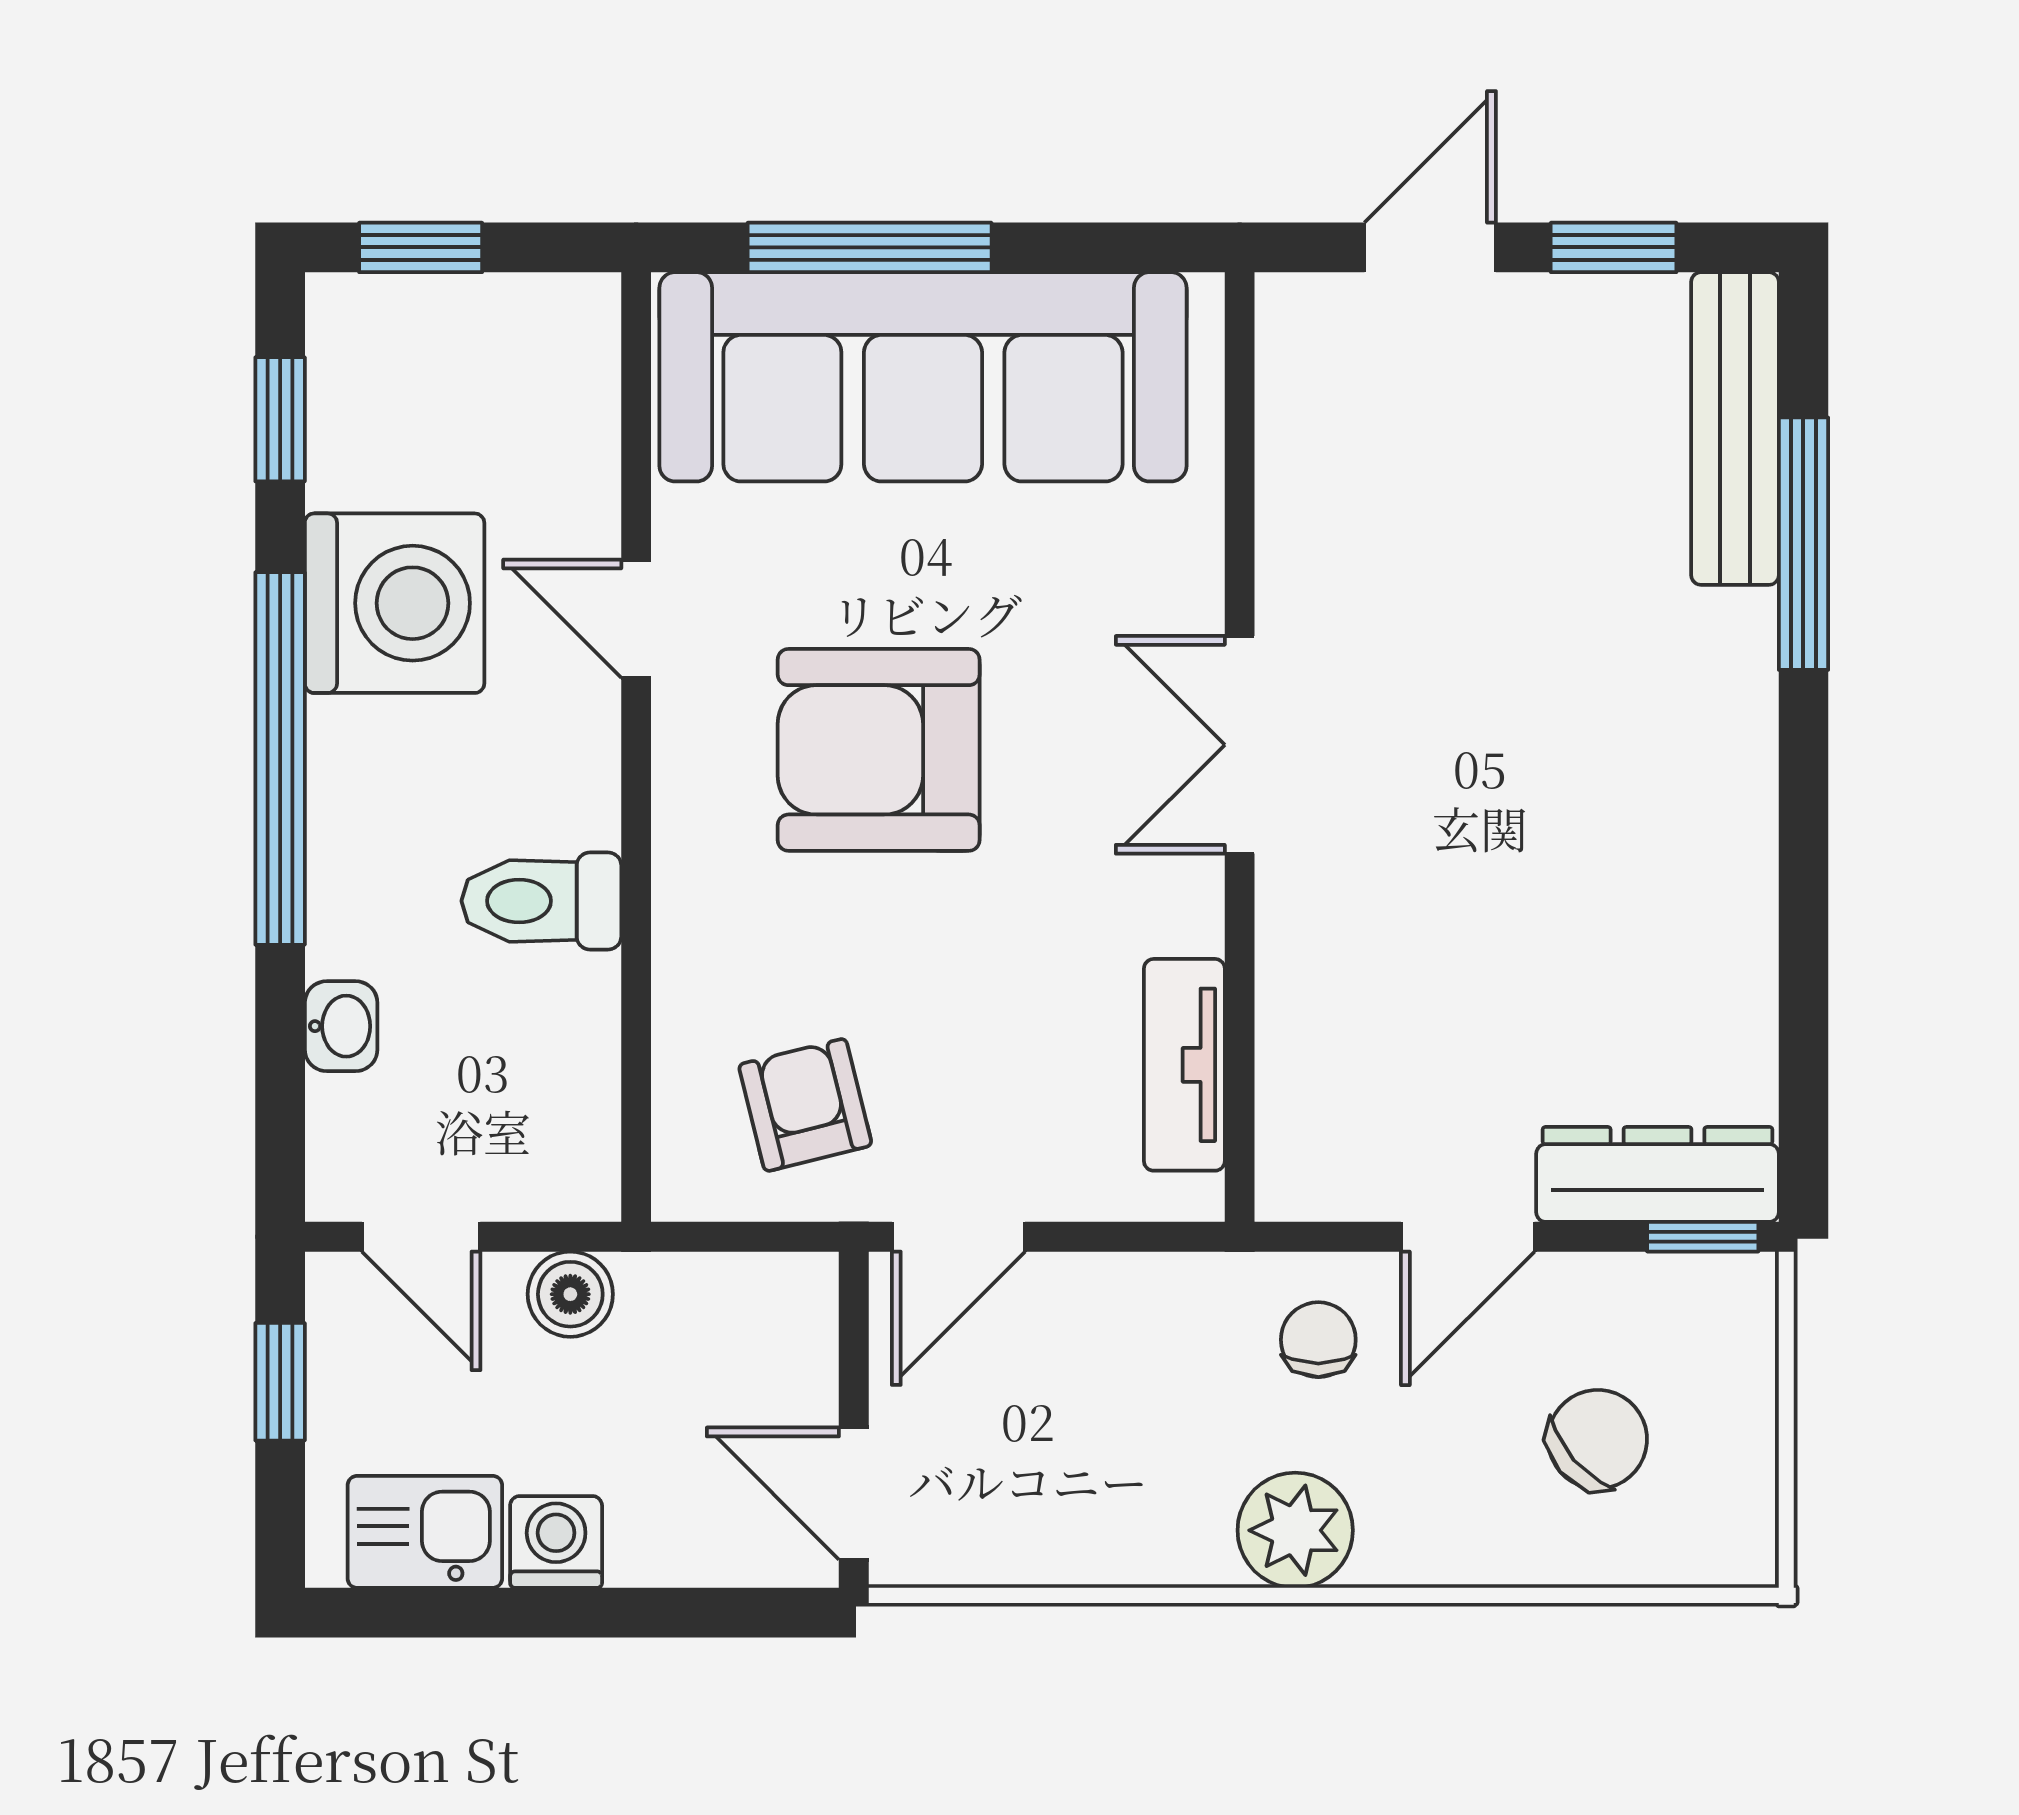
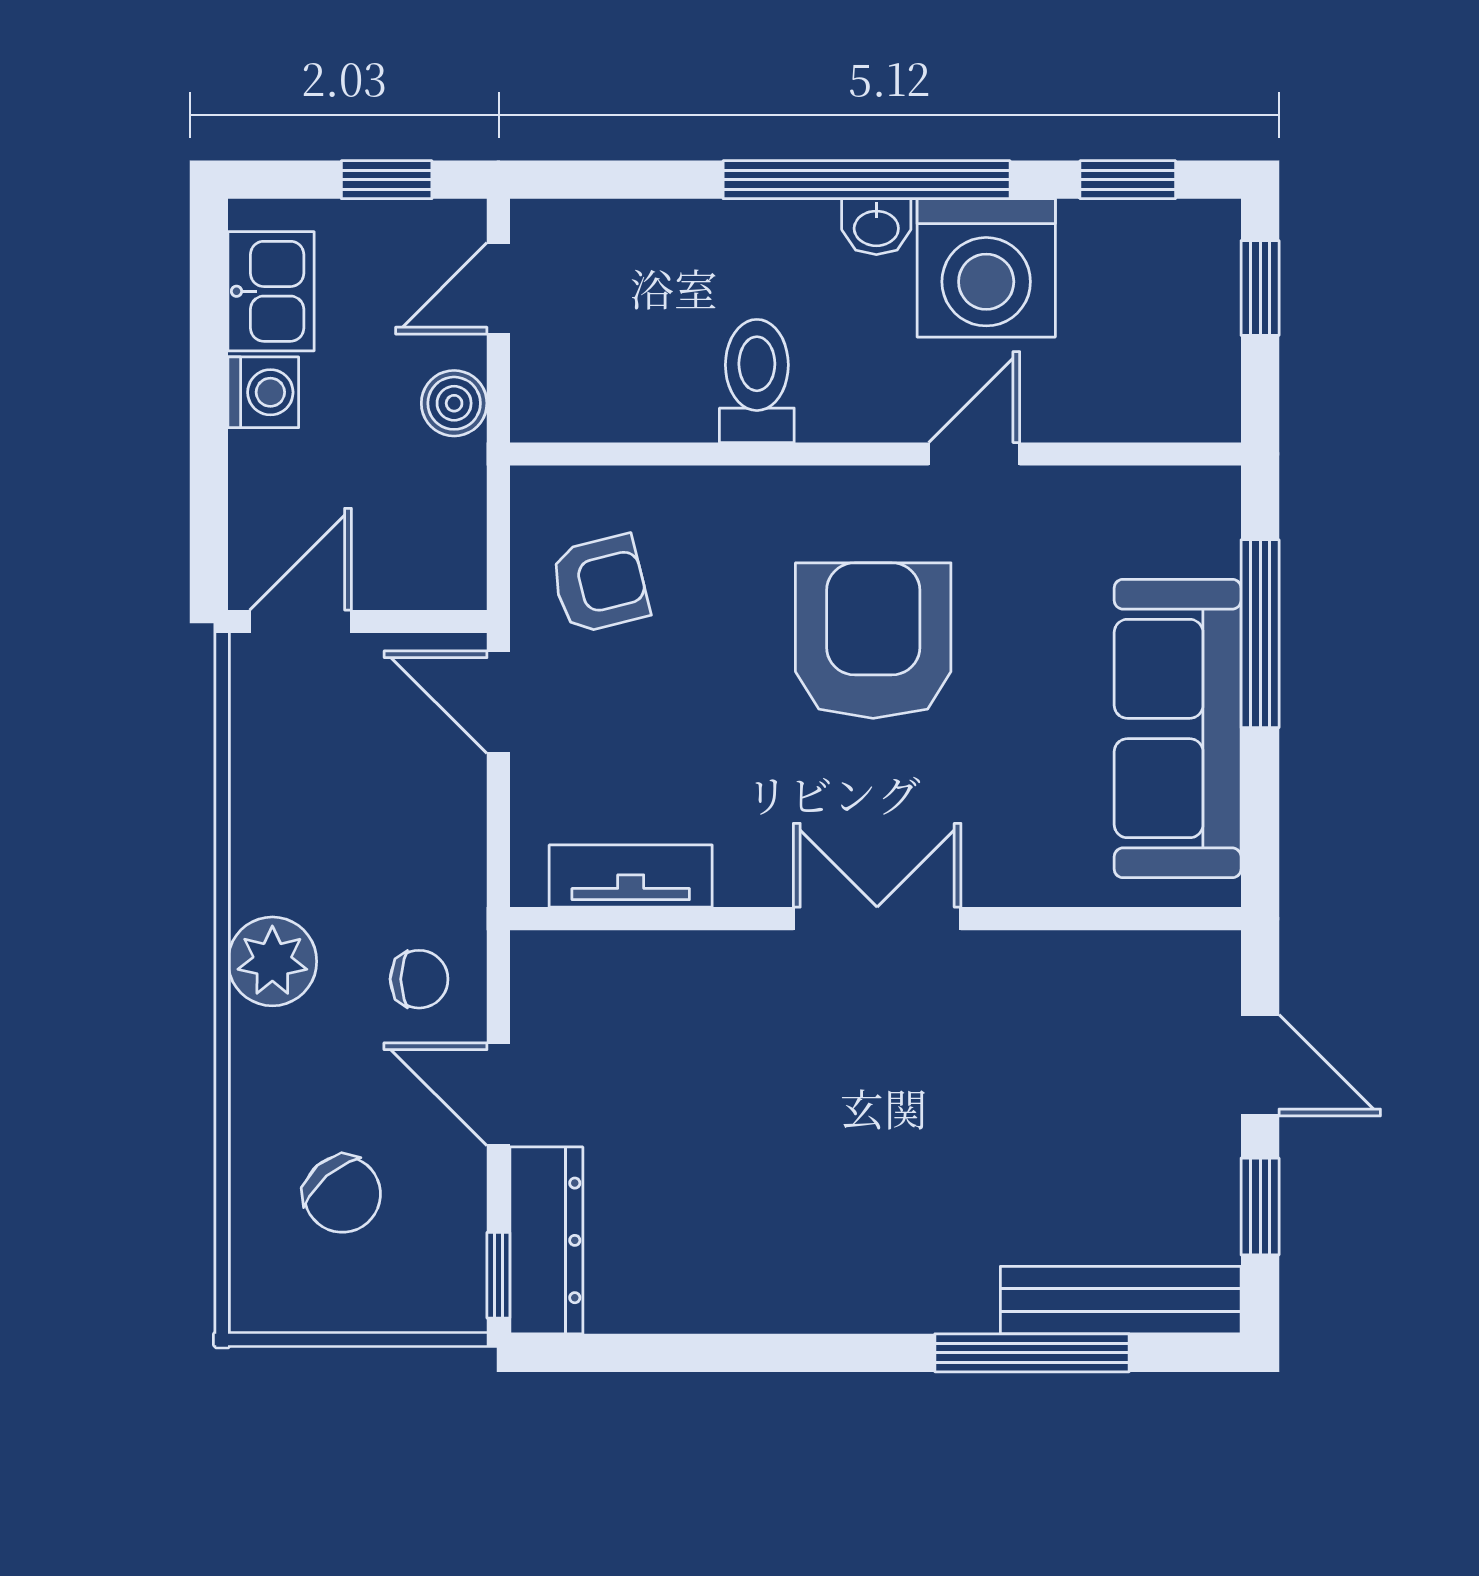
sofa: (923, 377) -> (1178, 729), width x0.74, depth x0.79
washbasin: (341, 1026) -> (876, 227), moved

